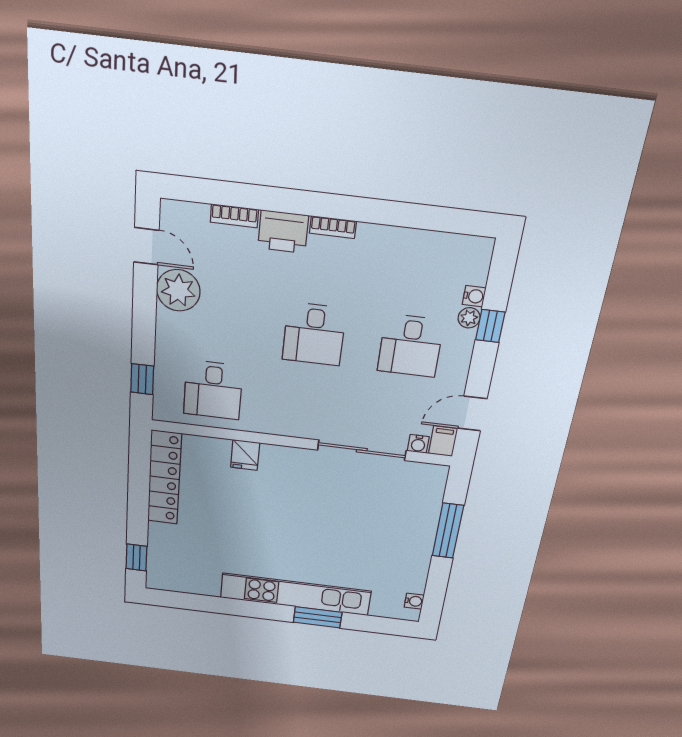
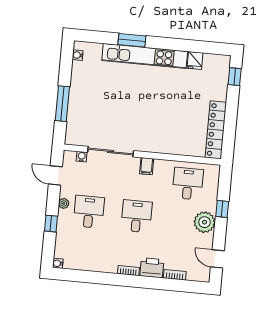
plant: (178, 290) -> (205, 222), moved
water cooler: (474, 296) -> (58, 263), moved
plant: (469, 318) -> (64, 203), moved
window: (142, 379) -> (222, 209), moved
door: (472, 414) -> (55, 175), swing flipped
filing cabinet: (443, 441) -> (147, 166), moved
fridge: (245, 455) -> (195, 60), moved, turned 180

